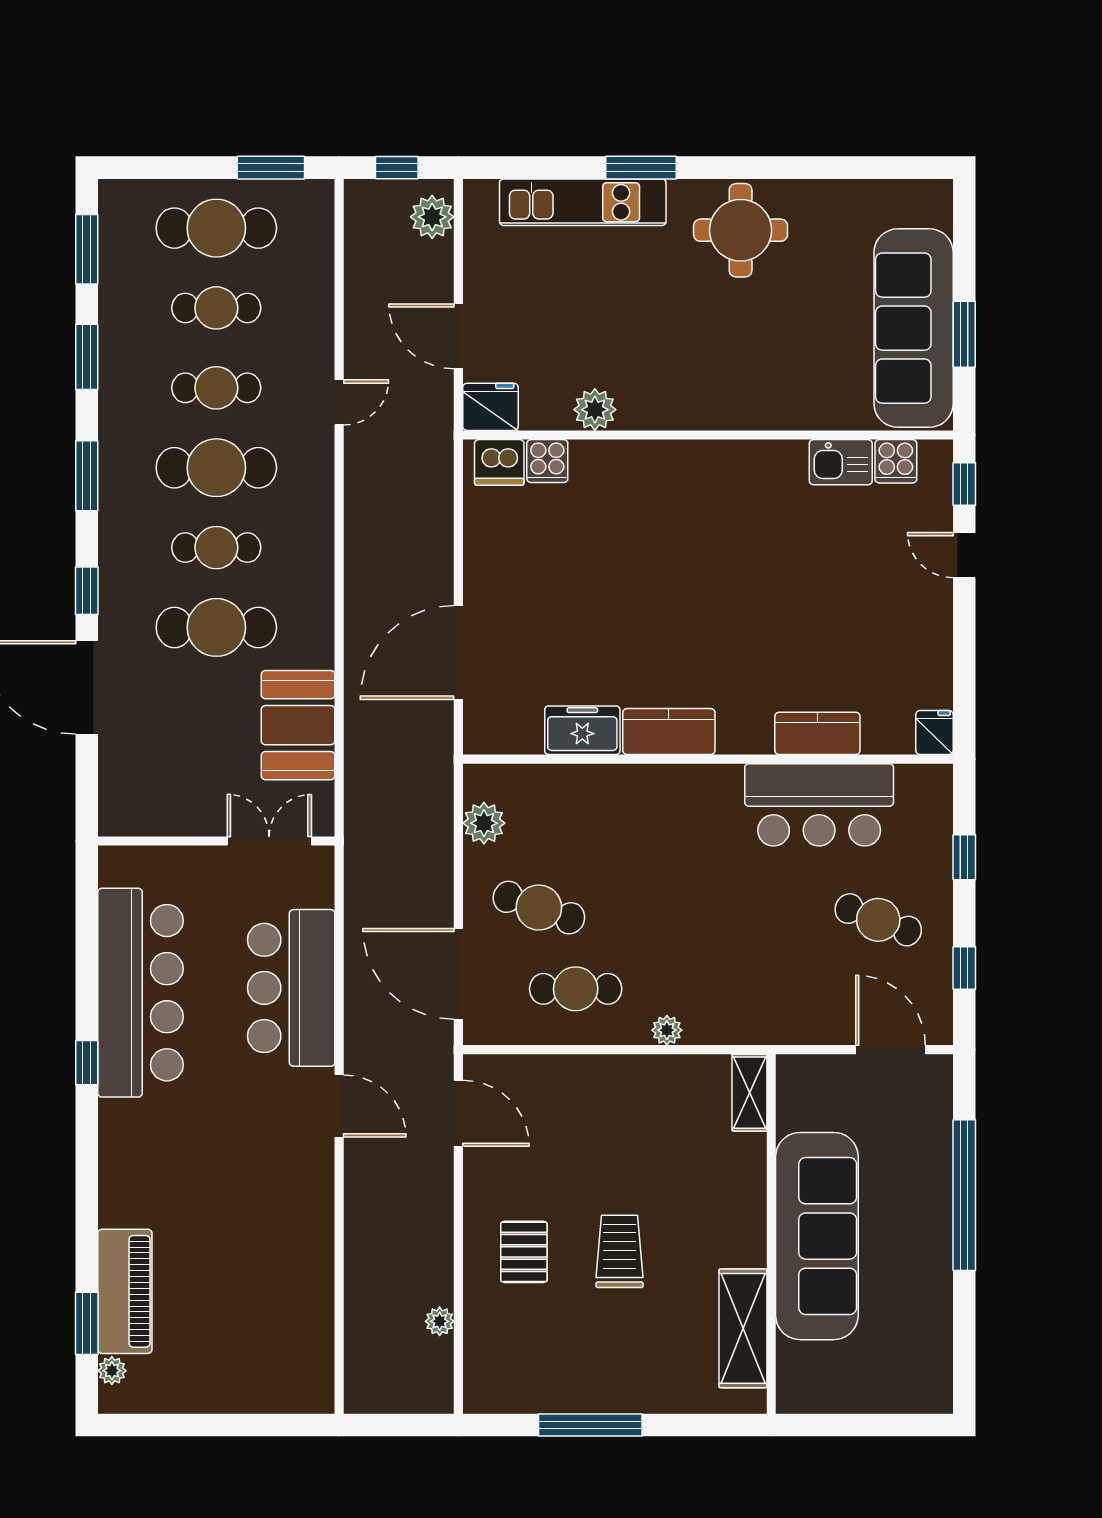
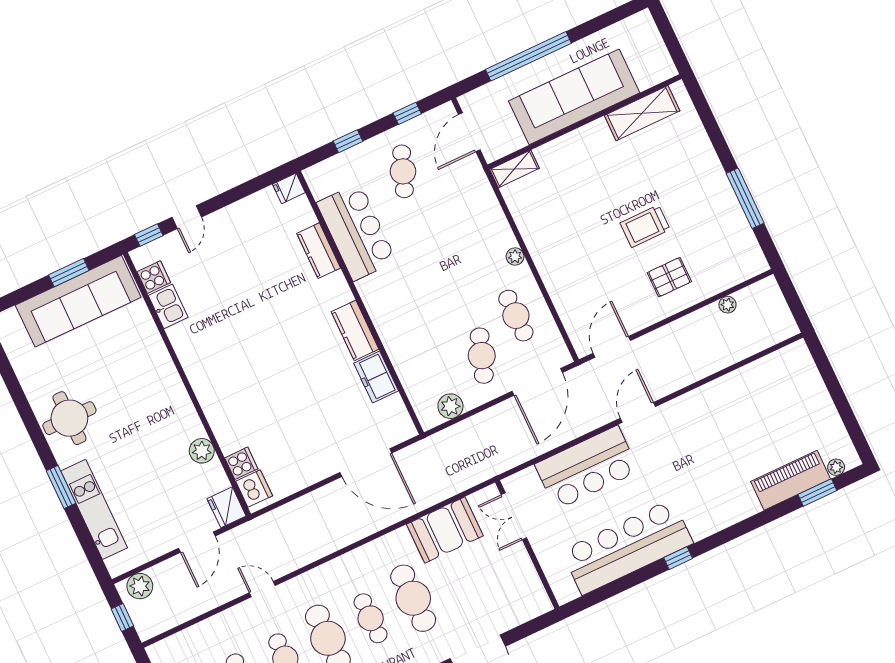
shelving: (749, 1093) -> (514, 169), moved
wall: (771, 1234) -> (584, 122), moved
sofa: (817, 1236) -> (574, 97), moved
shelving: (743, 1328) -> (642, 113), moved

